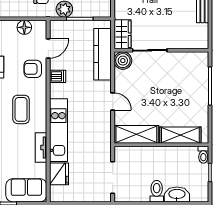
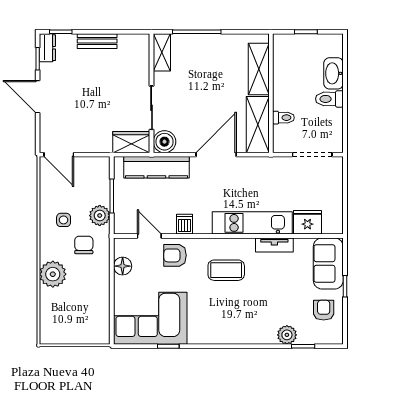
shelving: (194, 58) -> (162, 52), added
armchair: (33, 69) -> (175, 255), turned 90
door: (113, 101) -> (216, 155), width x1.88
toilet: (203, 155) -> (283, 118), moved

